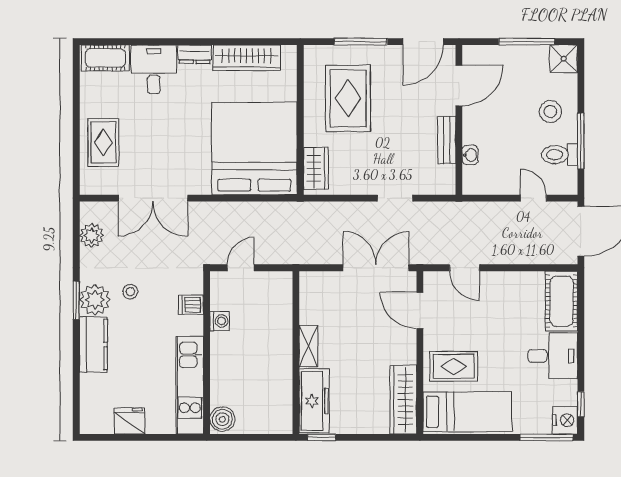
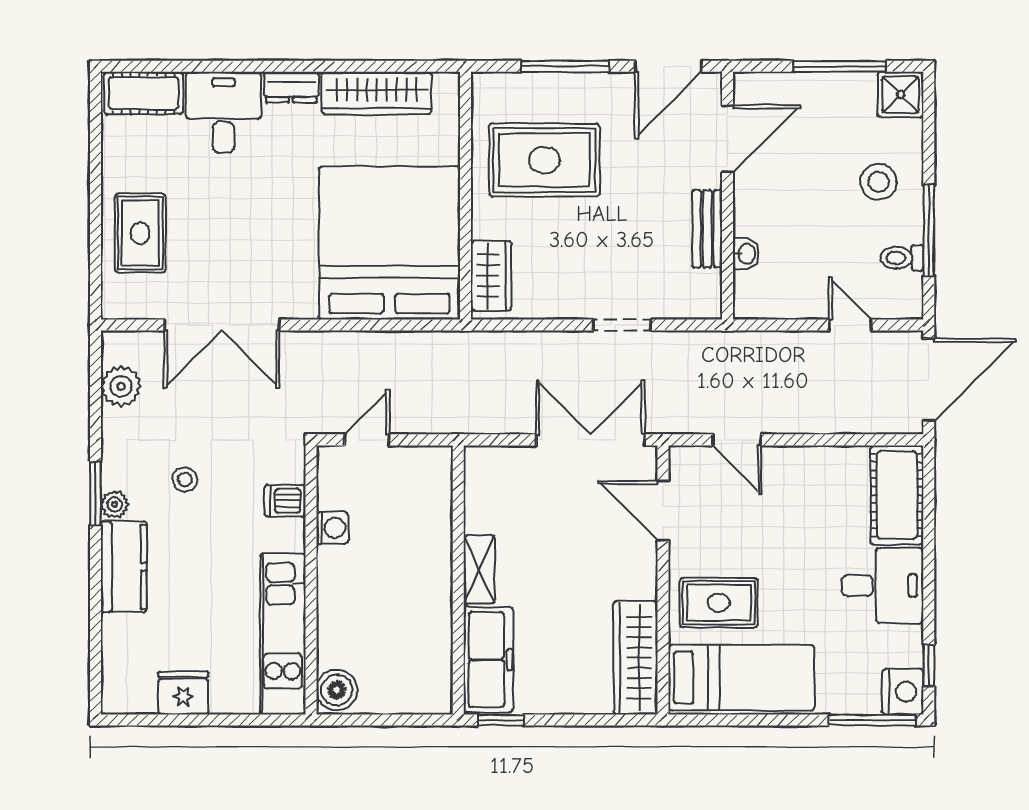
rug: (348, 98) -> (544, 160), turned 90
toilet: (560, 155) -> (902, 258), width x0.73, depth x0.72
plant: (95, 300) -> (114, 504), width x0.53, depth x0.53

